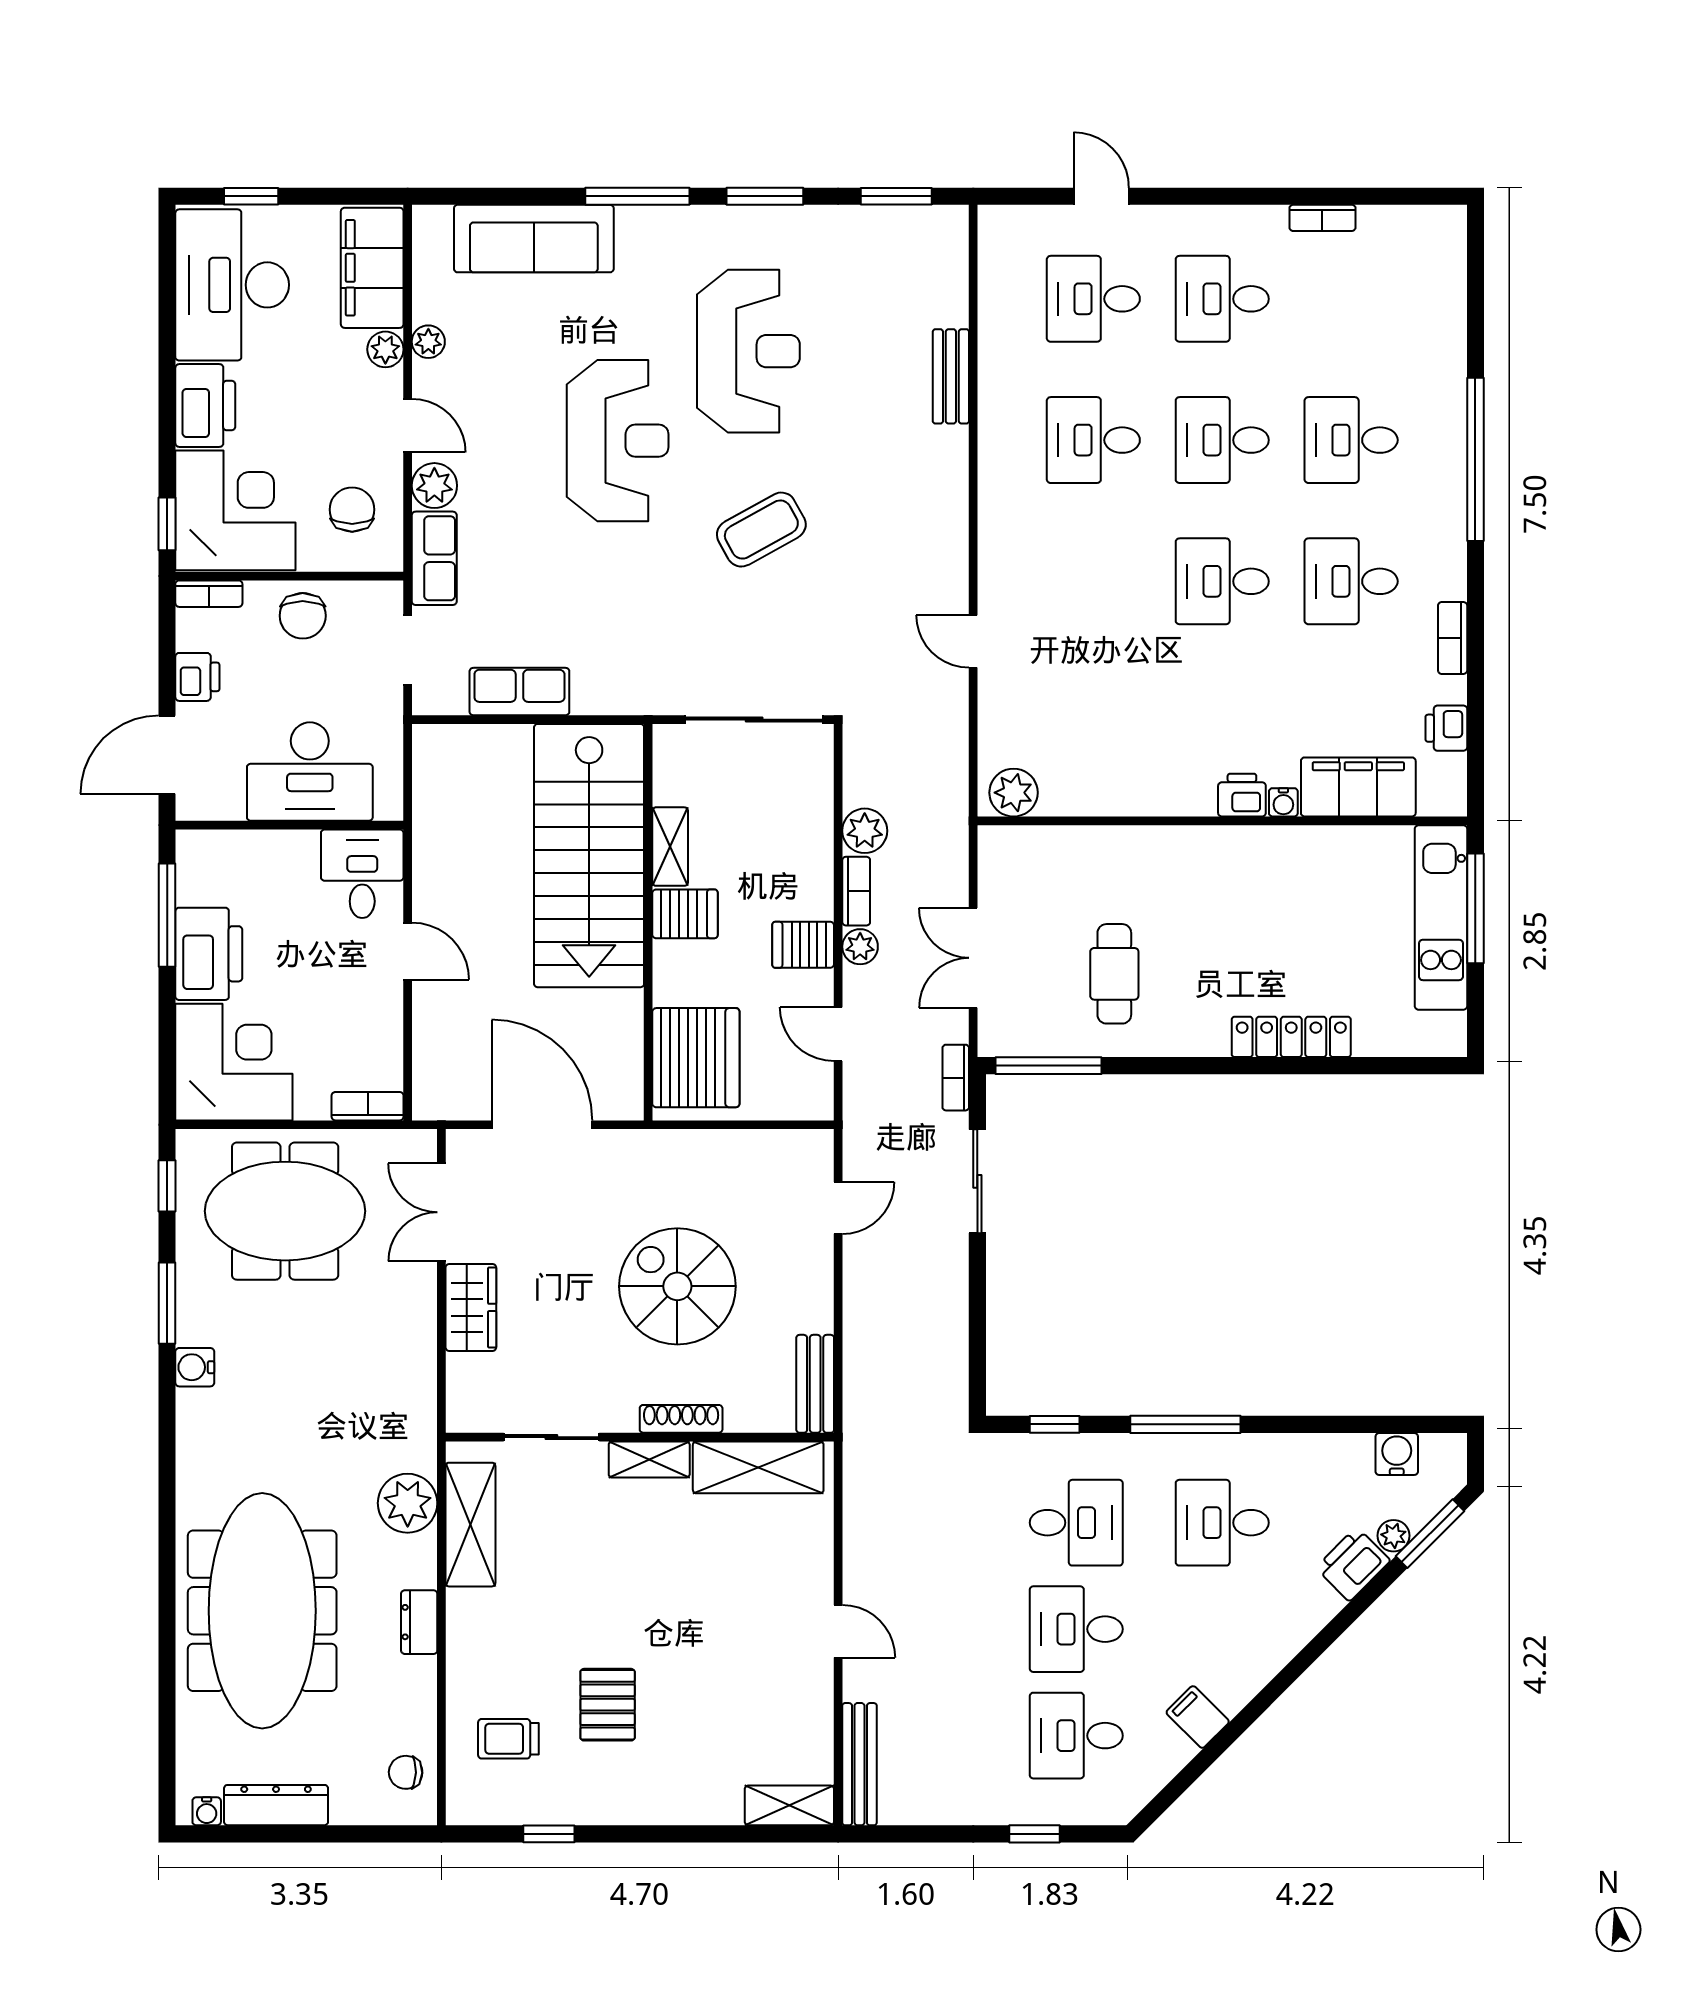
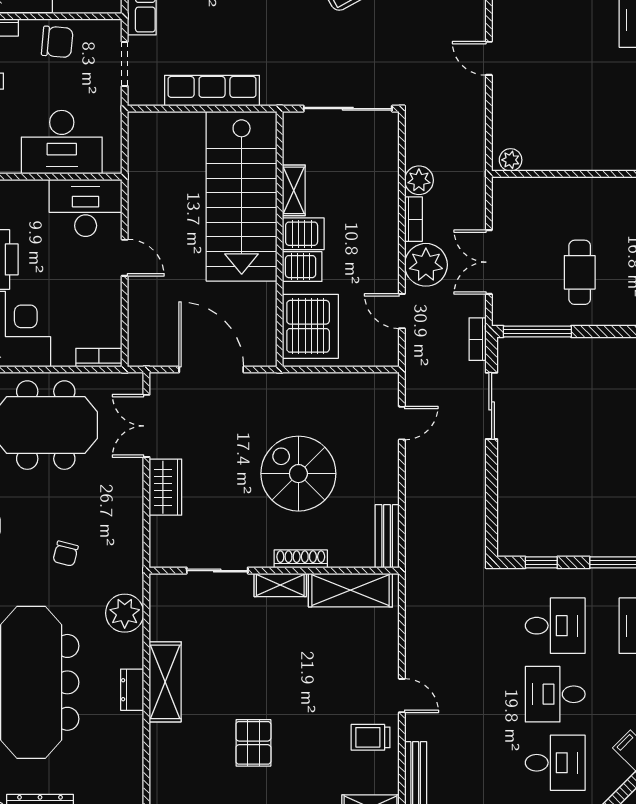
chair: (303, 616) -> (57, 42), turned -85
row of seats: (519, 692) -> (212, 91), width x1.48
plant: (1014, 793) -> (511, 160), width x0.73, depth x0.73
desk: (362, 874) -> (86, 208), width x1.37
server rack: (803, 945) -> (302, 267), moved, turned 180
plant: (860, 947) -> (426, 265), width x1.88, depth x1.88
shelving: (470, 1525) -> (165, 682), moved
desk: (1076, 1736) -> (555, 763), turned 180
trolley: (508, 1739) -> (371, 737), moved
chair: (406, 1772) -> (66, 554), moved, turned -78

